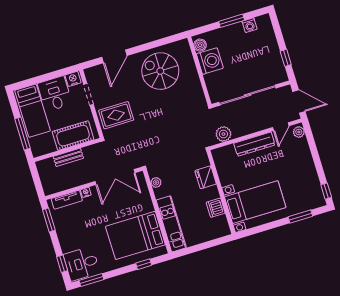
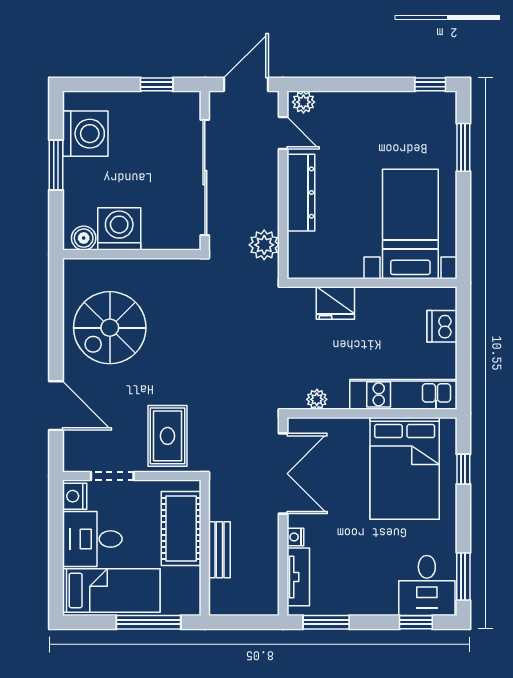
washing machine: (250, 25) -> (85, 134), width x1.89, depth x1.89
dishwasher: (216, 208) -> (442, 326), moved, turned 90

